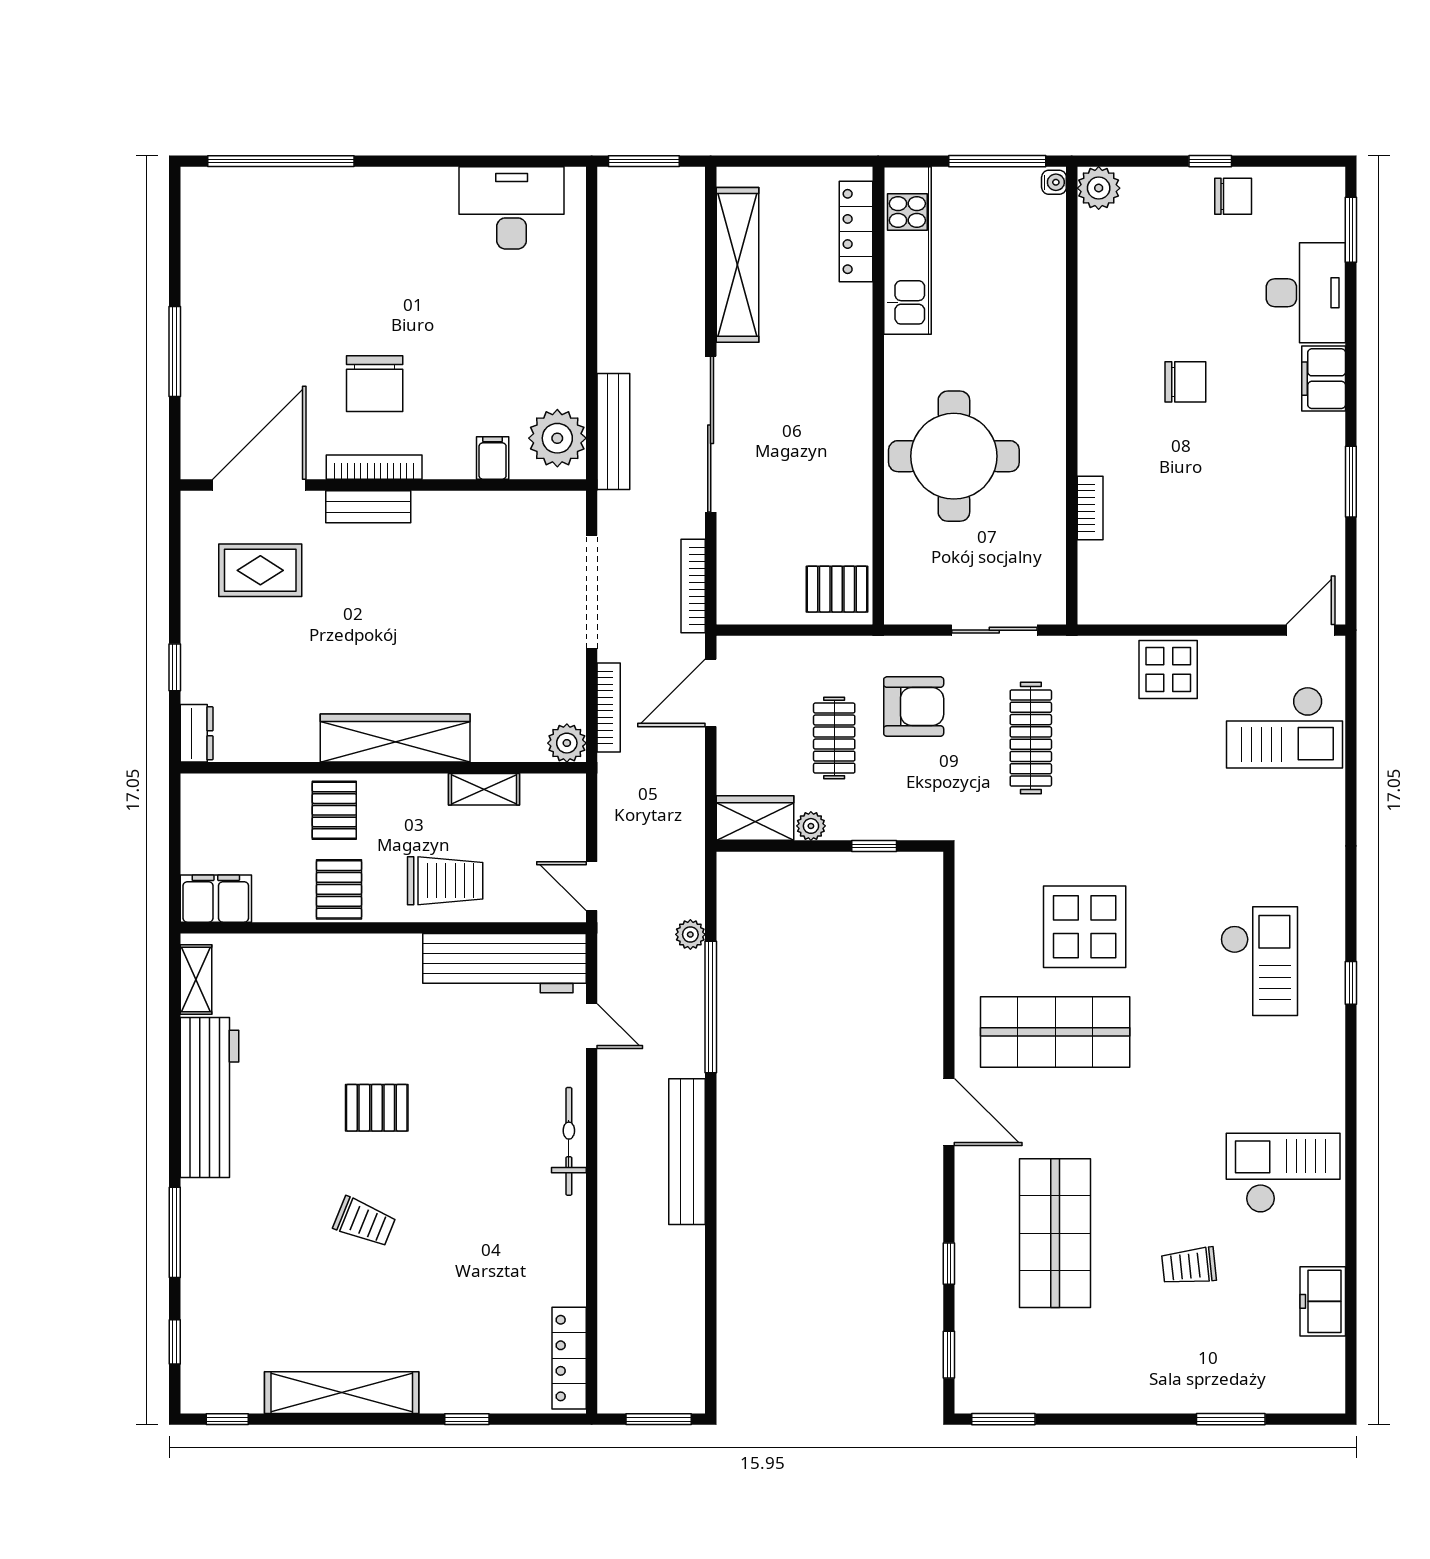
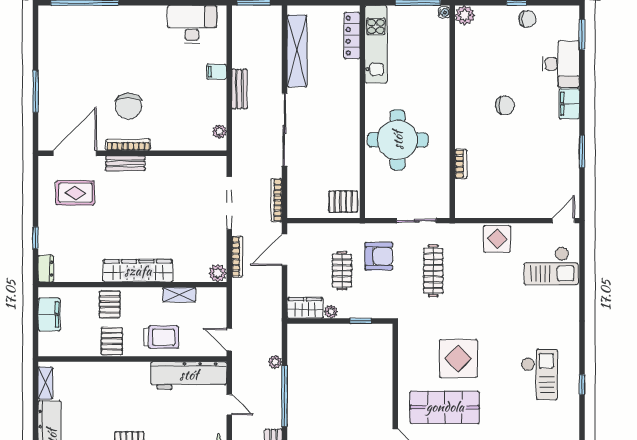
bench: (613, 432) -> (239, 89), moved, width x0.73
plant: (557, 438) -> (219, 131), width x0.53, depth x0.53
filing cabinet: (493, 458) -> (217, 72), moved, turned -90
filing cabinet: (216, 899) -> (49, 314), moved, turned 90

